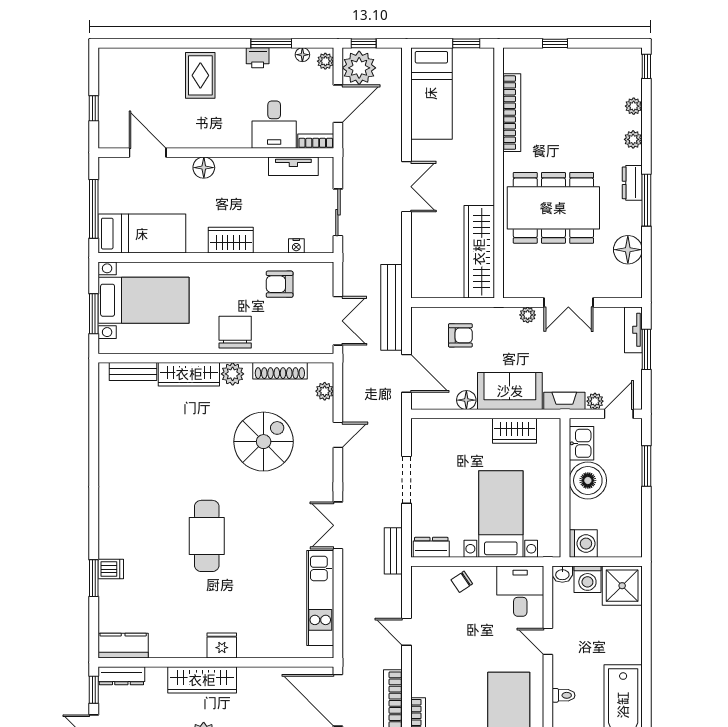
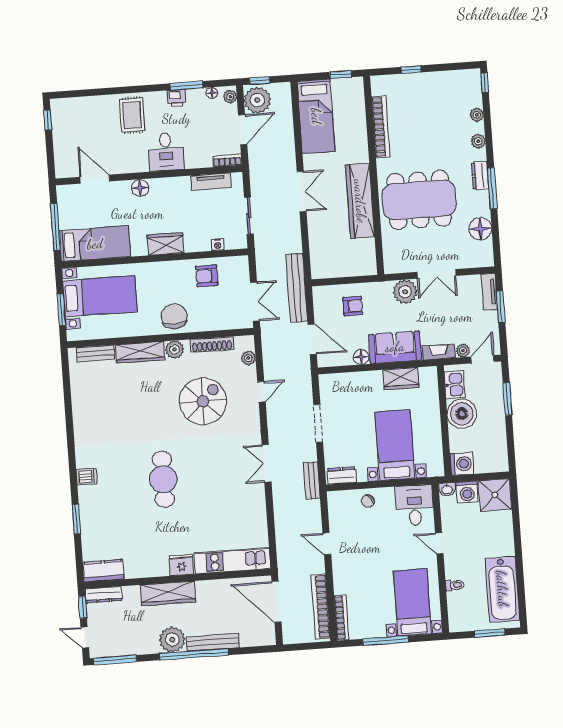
window: (94, 108) -> (48, 120), moved
desk: (274, 125) -> (166, 152), moved
wardrobe: (479, 252) -> (360, 201), moved
plant: (528, 315) -> (405, 292), width x1.88, depth x1.88
dishwasher: (111, 569) -> (87, 477), moved
kitchen unit: (320, 598) -> (232, 561), moved, turned 90

